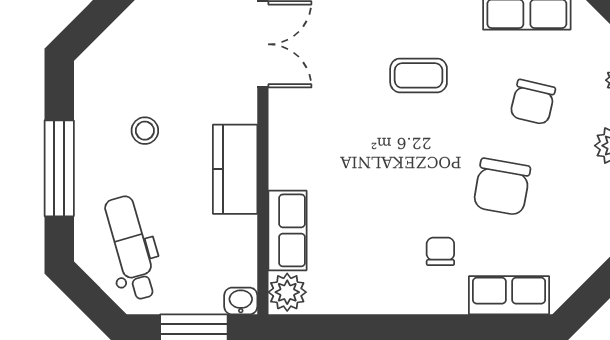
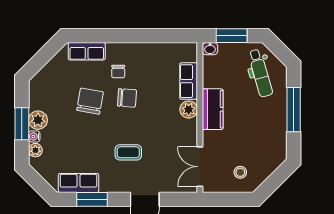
chair: (533, 102) -> (127, 98), moved, turned 81
stool: (145, 131) -> (240, 172), moved
plant: (287, 292) -> (189, 109), moved

